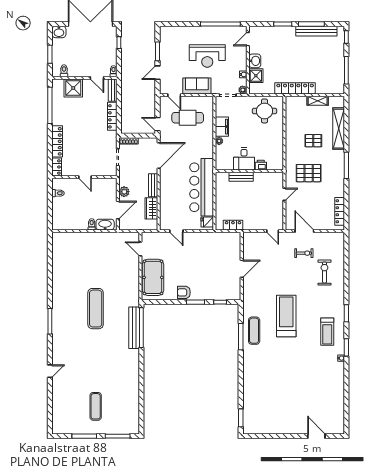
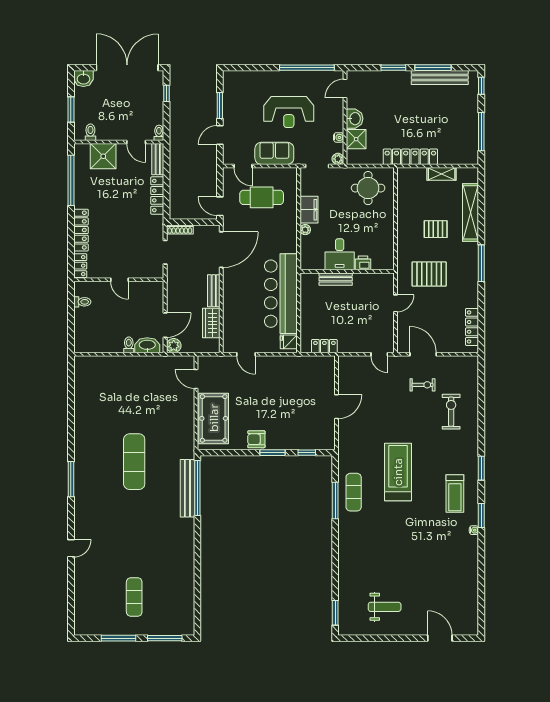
plant: (124, 192) -> (174, 346), moved
weight bench: (276, 413) -> (385, 607), added

